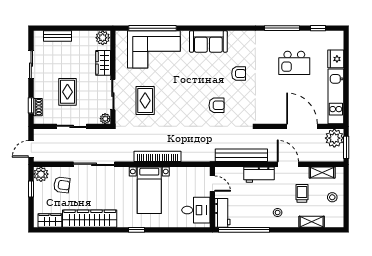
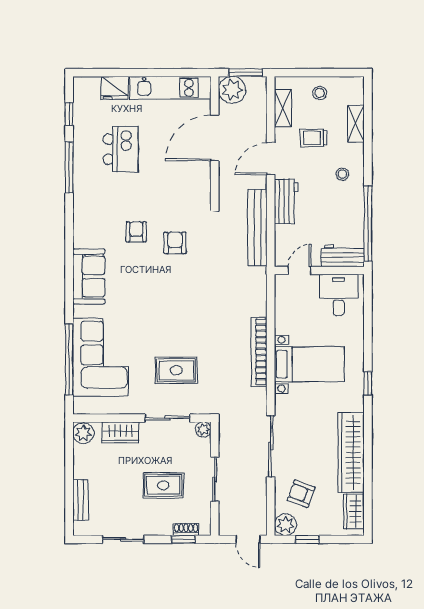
armchair: (217, 105) -> (175, 243), moved
armchair: (62, 185) -> (301, 494), turned -78

